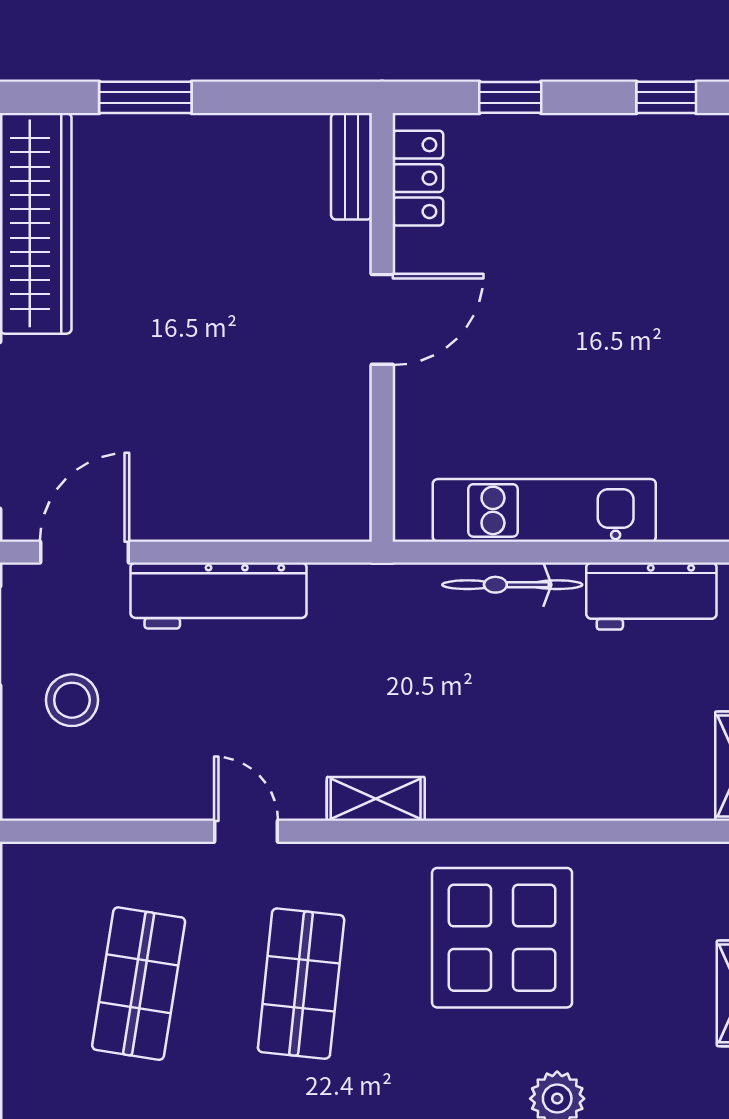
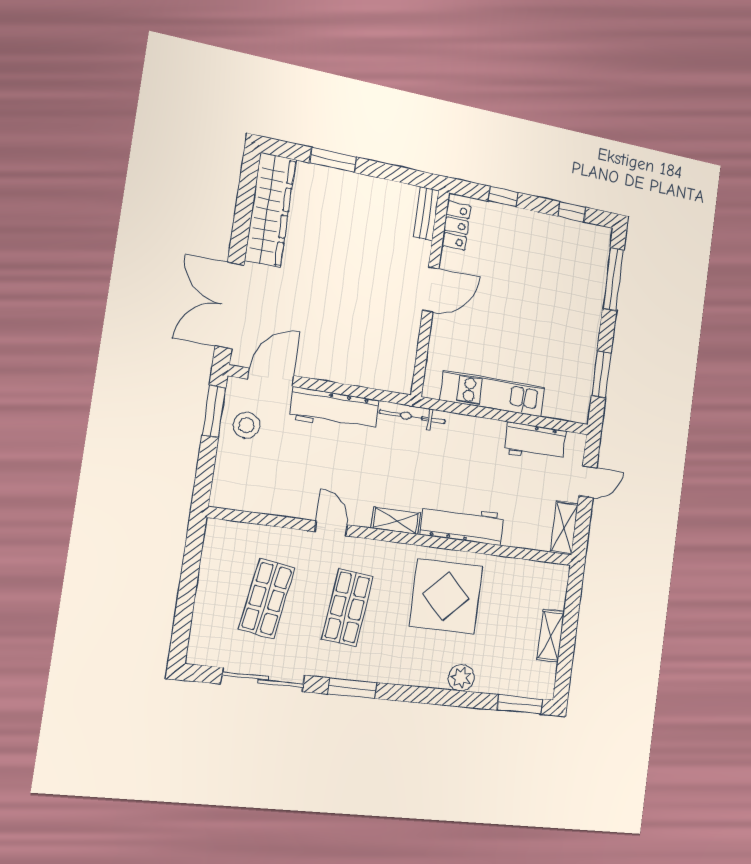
bicycle: (512, 585) -> (412, 417), moved
stool: (72, 700) -> (246, 425), moved
workbench: (516, 788) -> (462, 524), added

